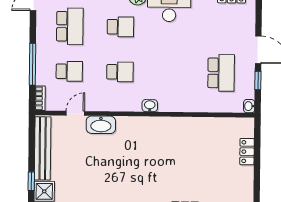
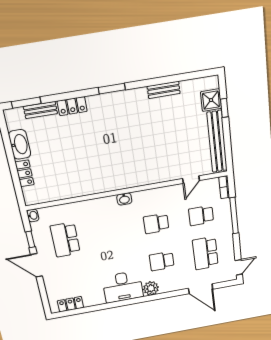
washbasin: (101, 125) -> (20, 144), moved, turned 90

